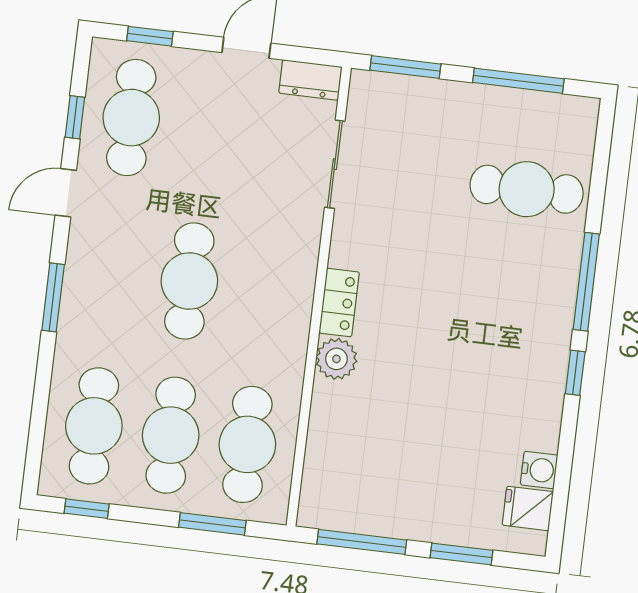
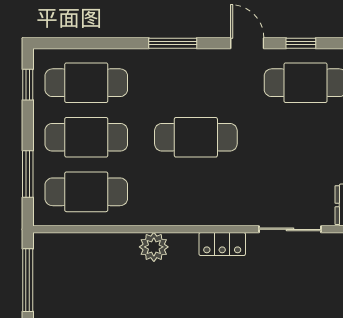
locker: (339, 303) -> (222, 244), moved

